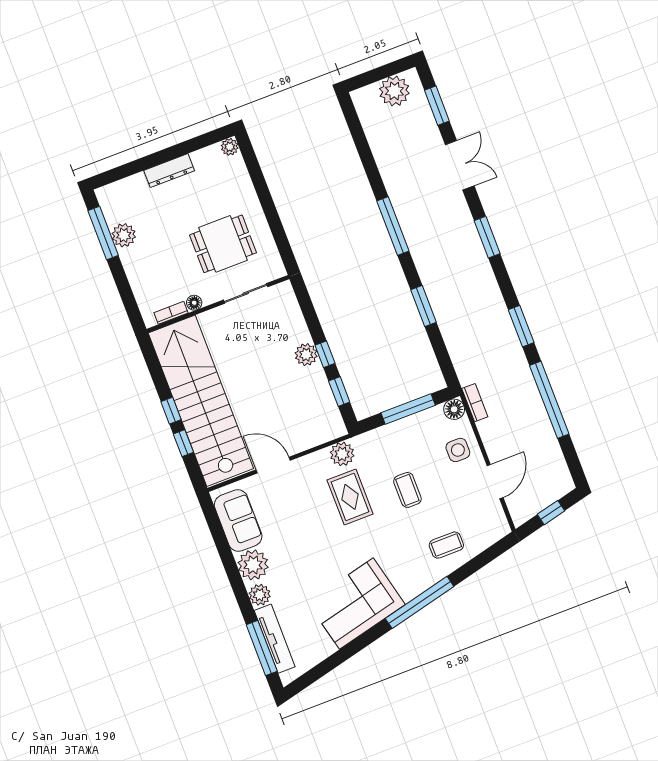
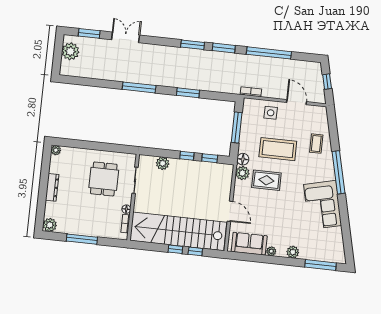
window: (103, 233) -> (82, 239), moved
plant: (124, 235) -> (50, 225), moved
window: (487, 237) -> (193, 45), moved
plant: (306, 355) -> (163, 163), moved
floor lamp: (454, 409) -> (243, 159), moved
door: (273, 465) -> (230, 211), swing flipped
coffee table: (407, 490) -> (278, 149), width x1.86, depth x1.72
plant: (253, 565) -> (271, 251), width x0.53, depth x0.53
tv unit: (275, 639) -> (319, 256), removed

